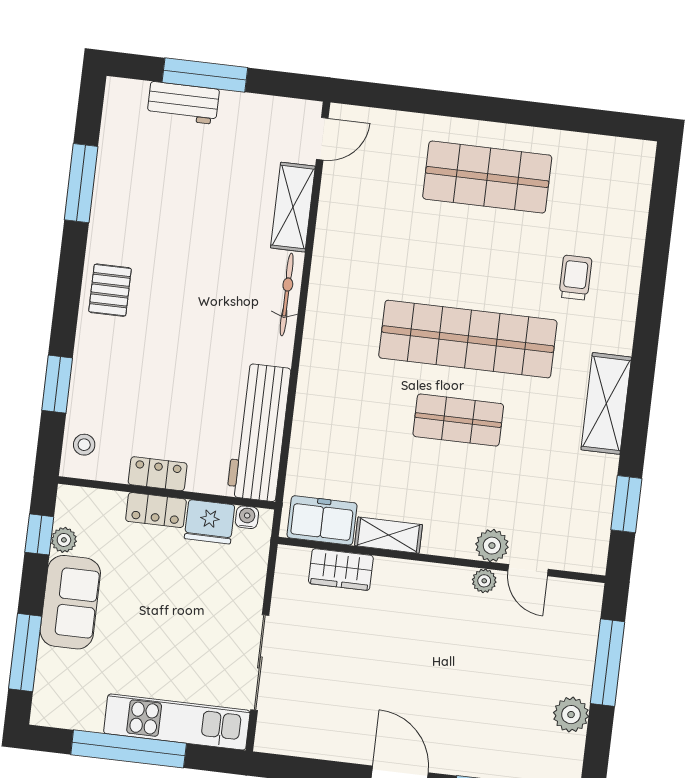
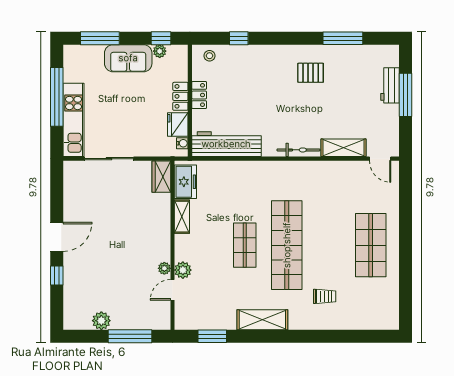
pallet: (110, 290) -> (311, 73), moved
window: (57, 384) -> (239, 38), width x0.67
wardrobe: (341, 570) -> (161, 177), moved

